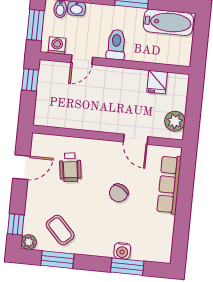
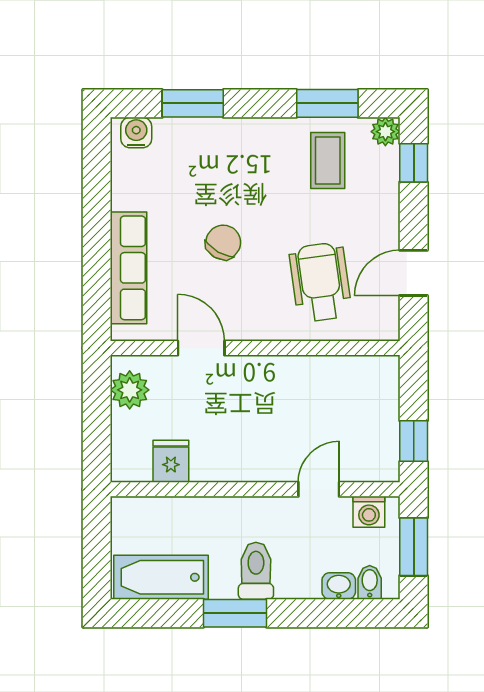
toilet: (116, 45) -> (256, 571), moved, turned 180
wheelchair: (70, 167) -> (320, 282), width x1.36, depth x1.37
coffee table: (60, 230) -> (328, 161), turned 43
water cooler: (122, 251) -> (136, 133), moved

